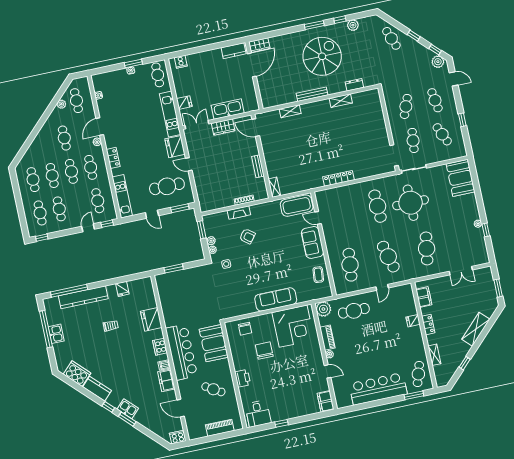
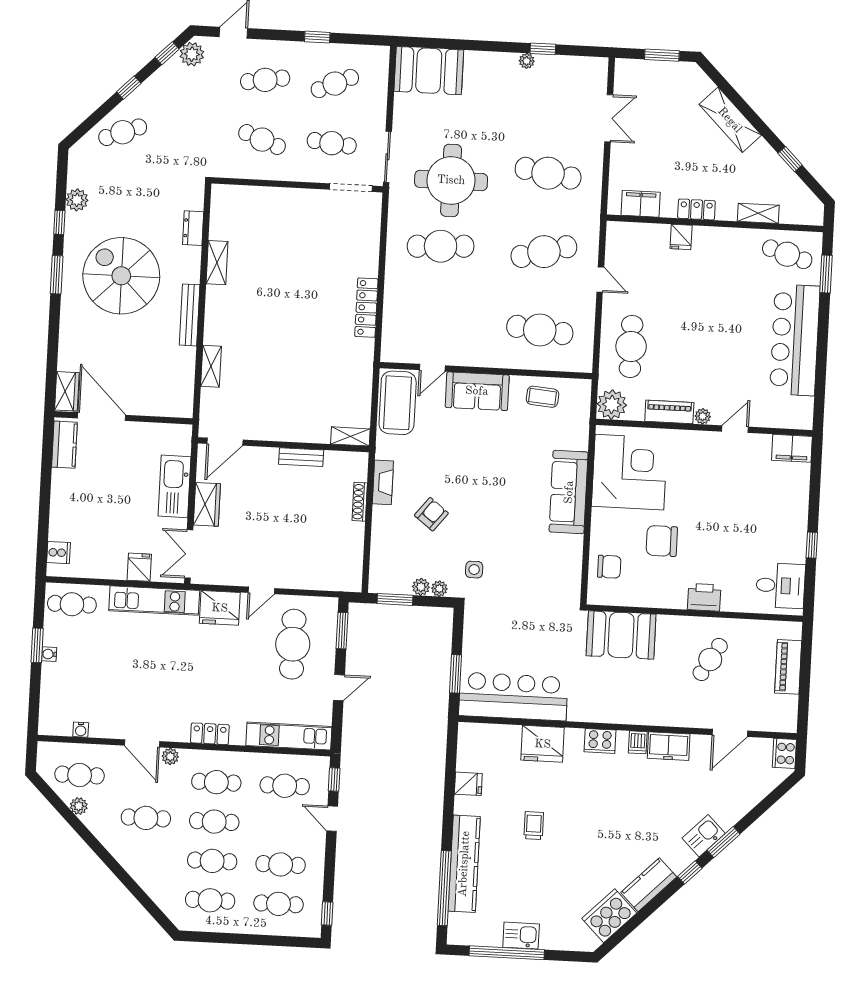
fireplace: (239, 213) -> (383, 482), moved
bar counter: (181, 352) -> (513, 696), moved

